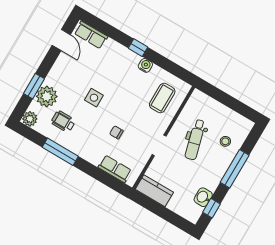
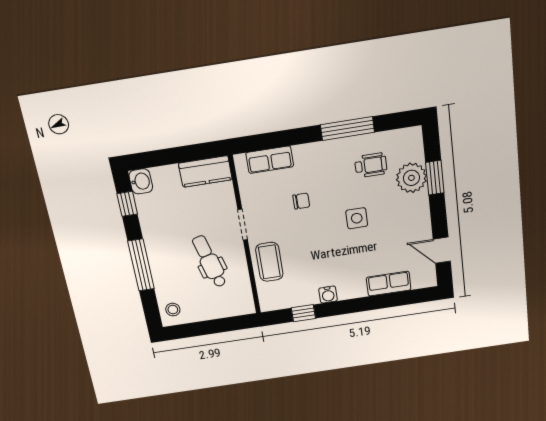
row of seats: (91, 35) -> (389, 284), moved
window: (138, 48) -> (303, 313), moved
coffee table: (162, 98) -> (269, 262), moved
plant: (30, 119) -> (412, 138), removed
stool: (225, 141) -> (173, 310), moved
washbasin: (203, 197) -> (141, 181), moved

